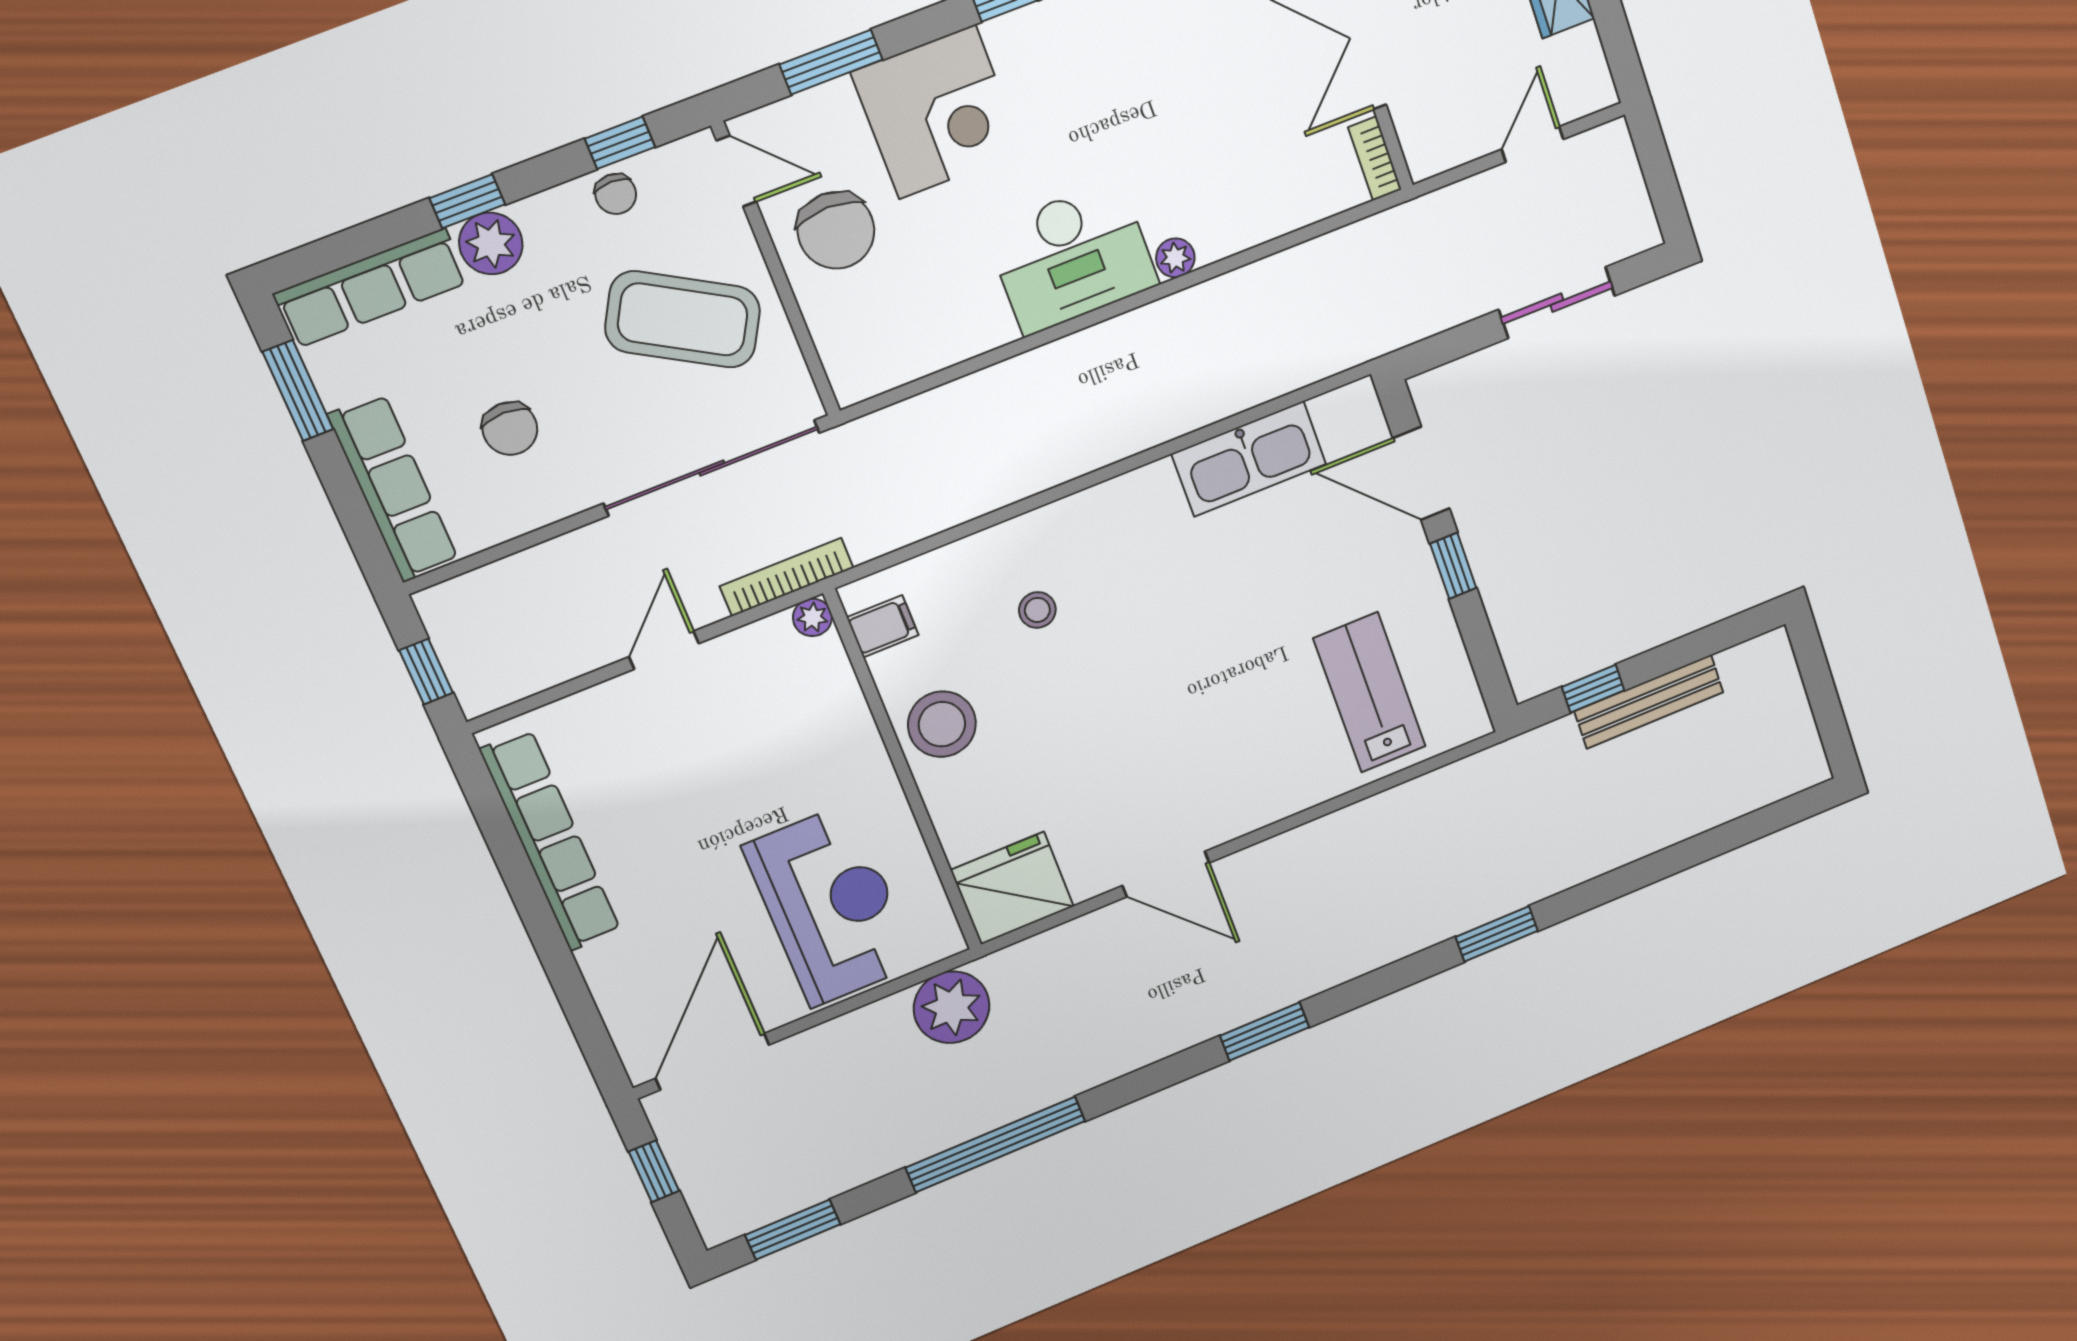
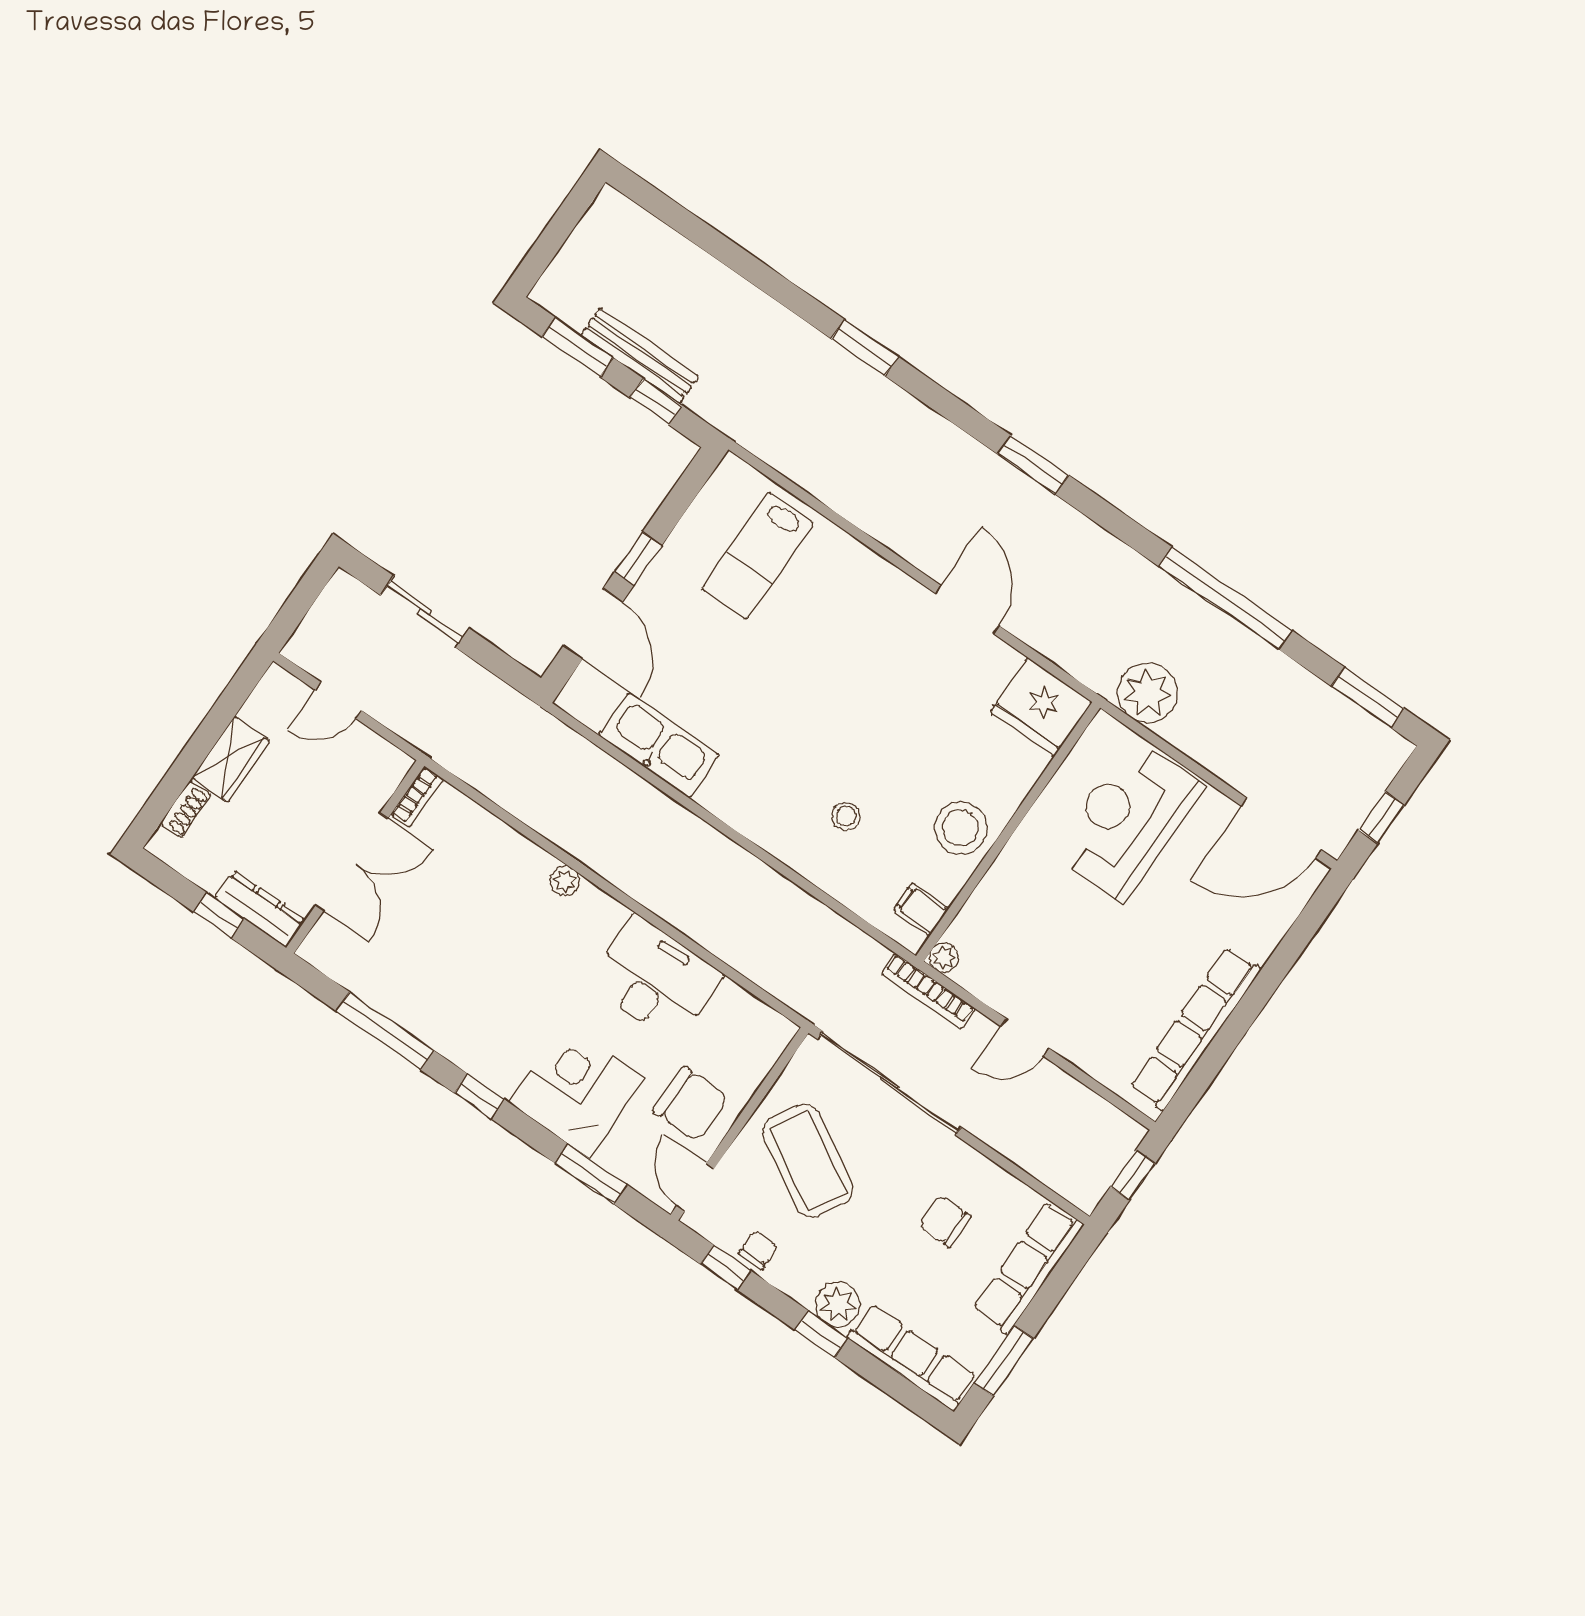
chair: (836, 230) -> (691, 1104), turned 90
desk: (1072, 257) -> (655, 979), moved
chair: (510, 429) -> (945, 1221), turned -90
window: (1701, 644) -> (578, 347), added

